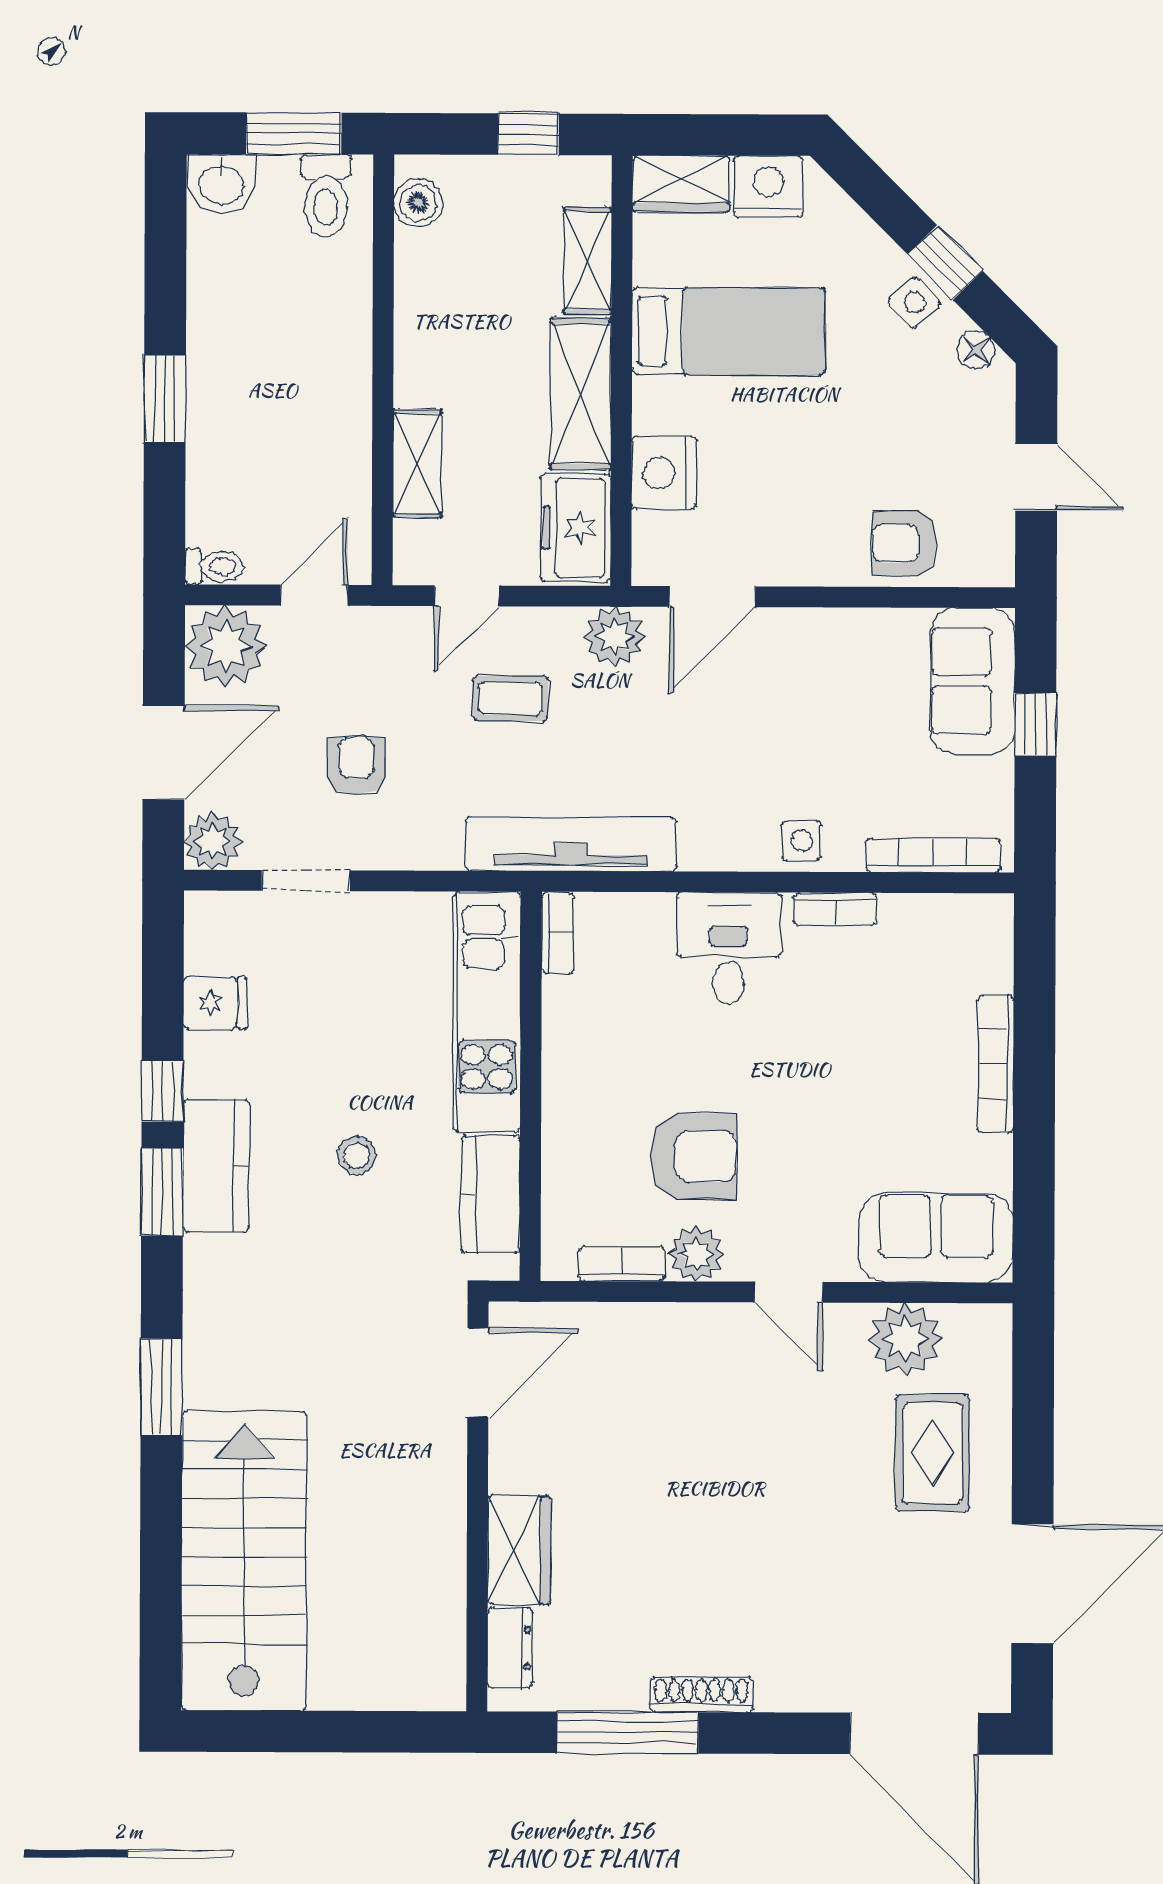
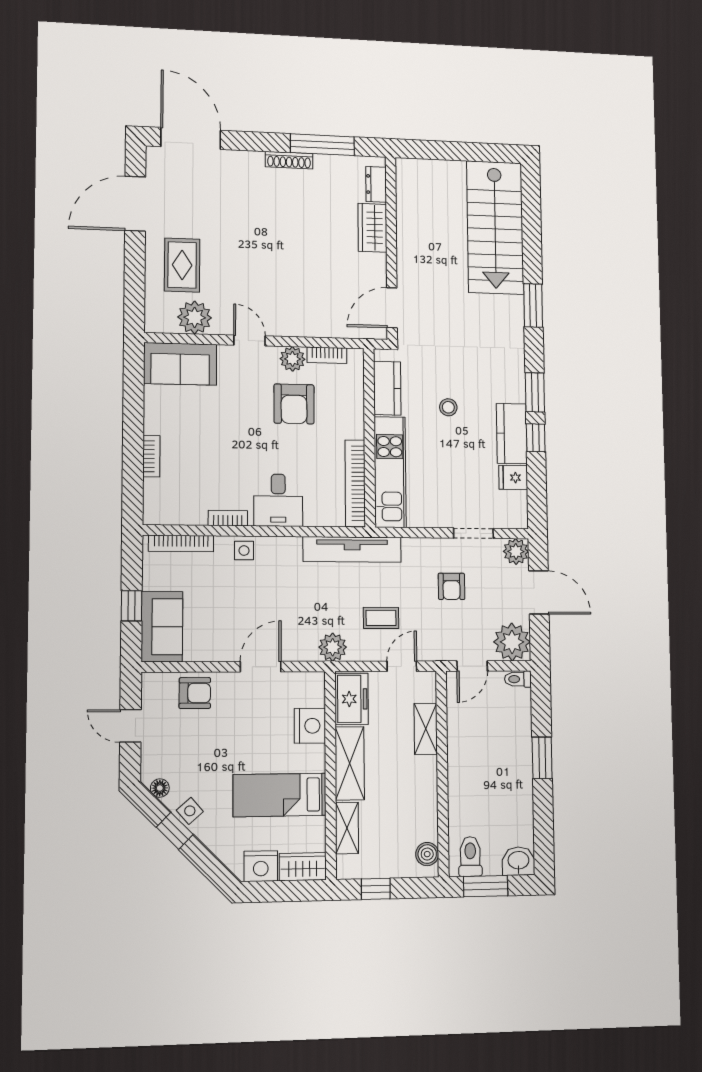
door: (713, 597) -> (261, 667), moved
door: (164, 753) -> (539, 592), swing flipped
bookcase: (558, 933) -> (355, 483), width x2.31, depth x1.31
bookcase: (996, 1064) -> (151, 456), width x0.64
armchair: (694, 1156) -> (294, 404), turned -90
kitchen counter: (216, 1166) -> (512, 434), moved

